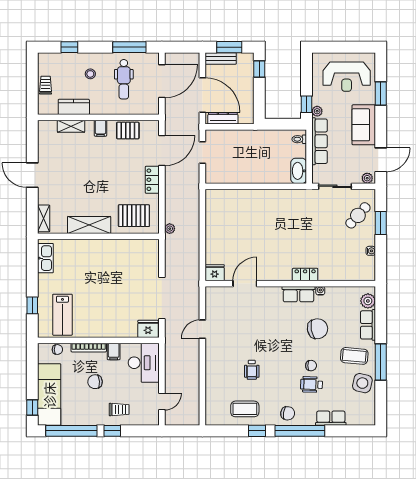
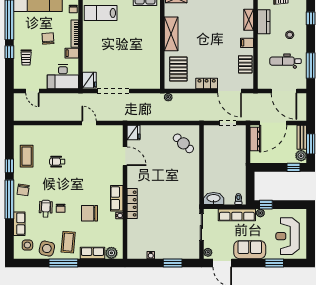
plant: (244, 60) -> (301, 156), added
cafe table: (358, 215) -> (183, 143), moved
locker: (305, 275) -> (132, 204), width x1.53
chair: (317, 329) -> (90, 213), turned 101
side table: (358, 408) -> (27, 245), added

